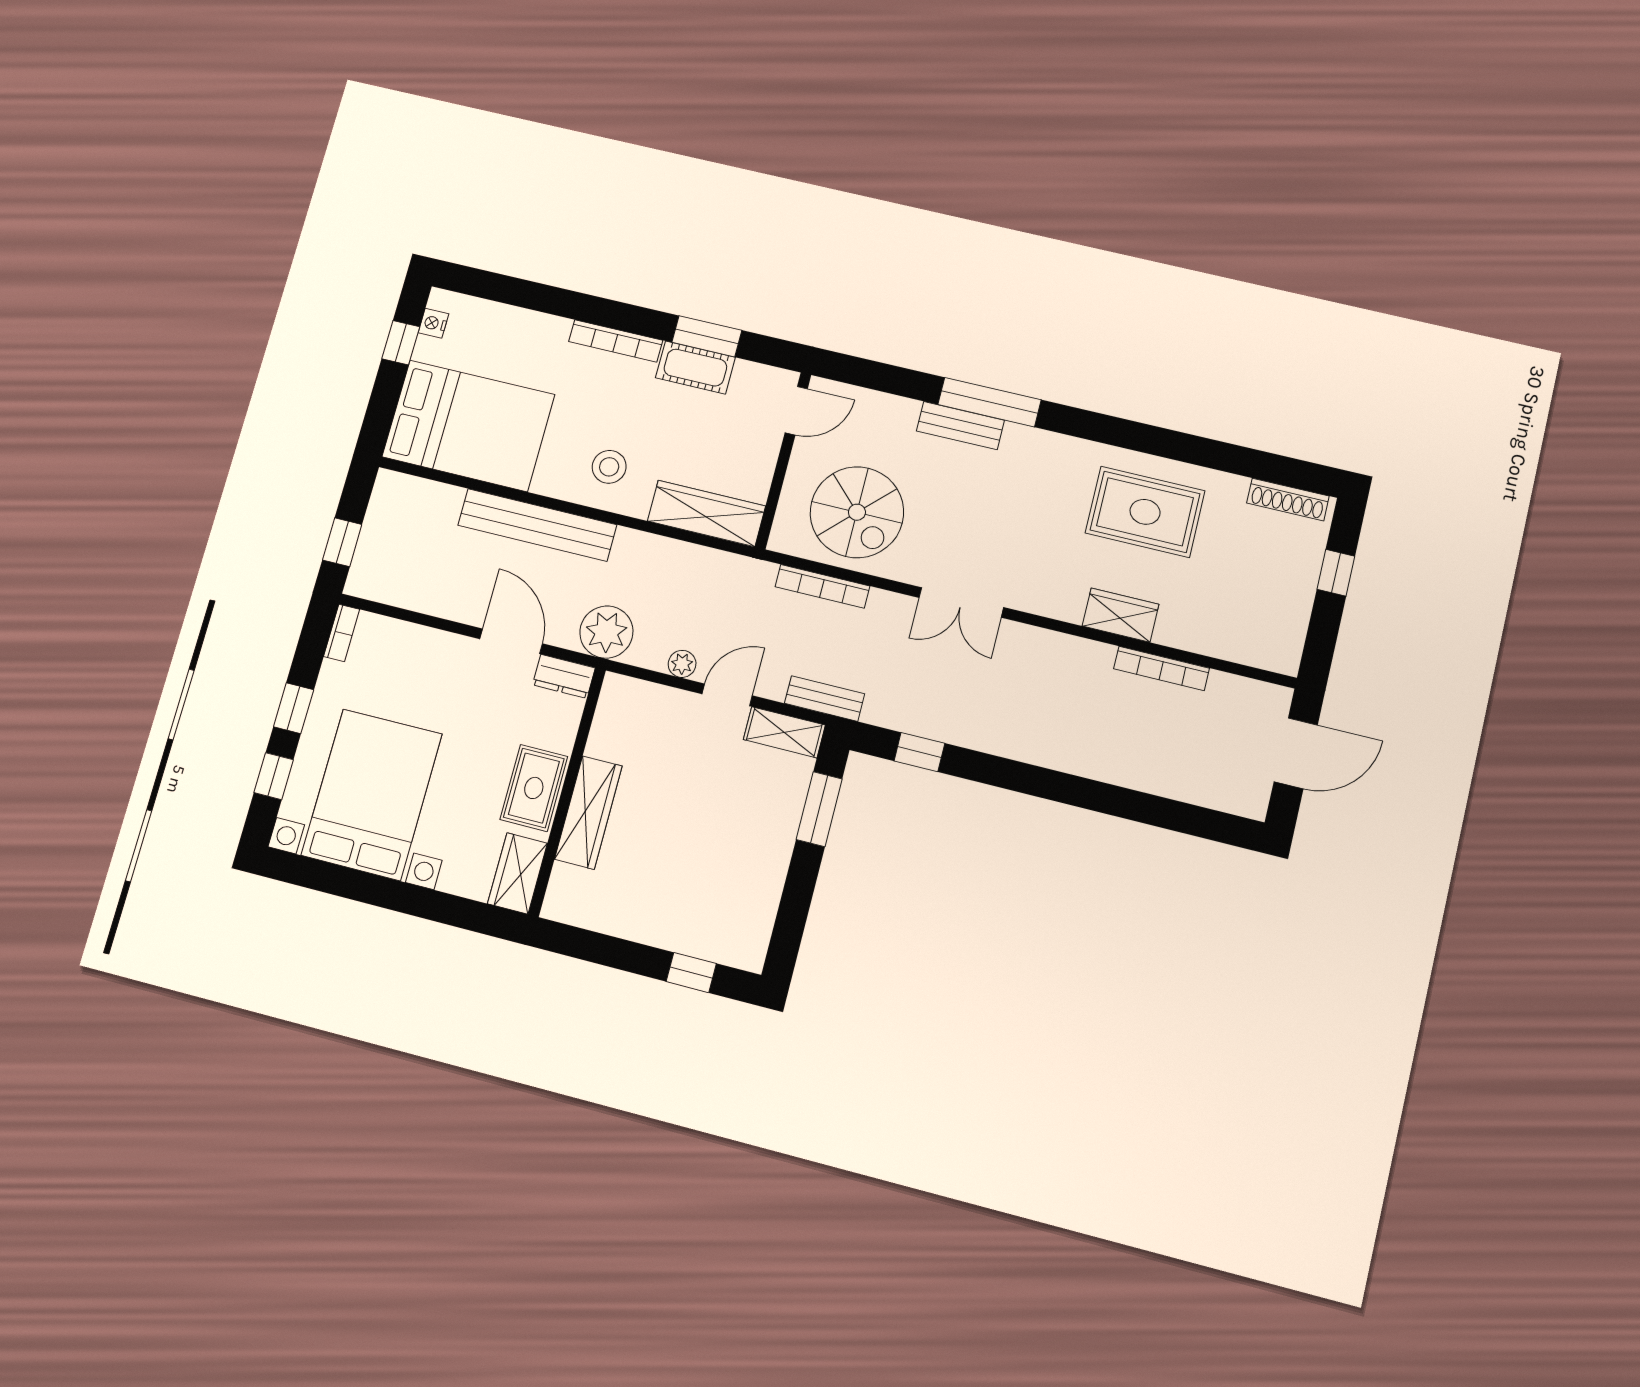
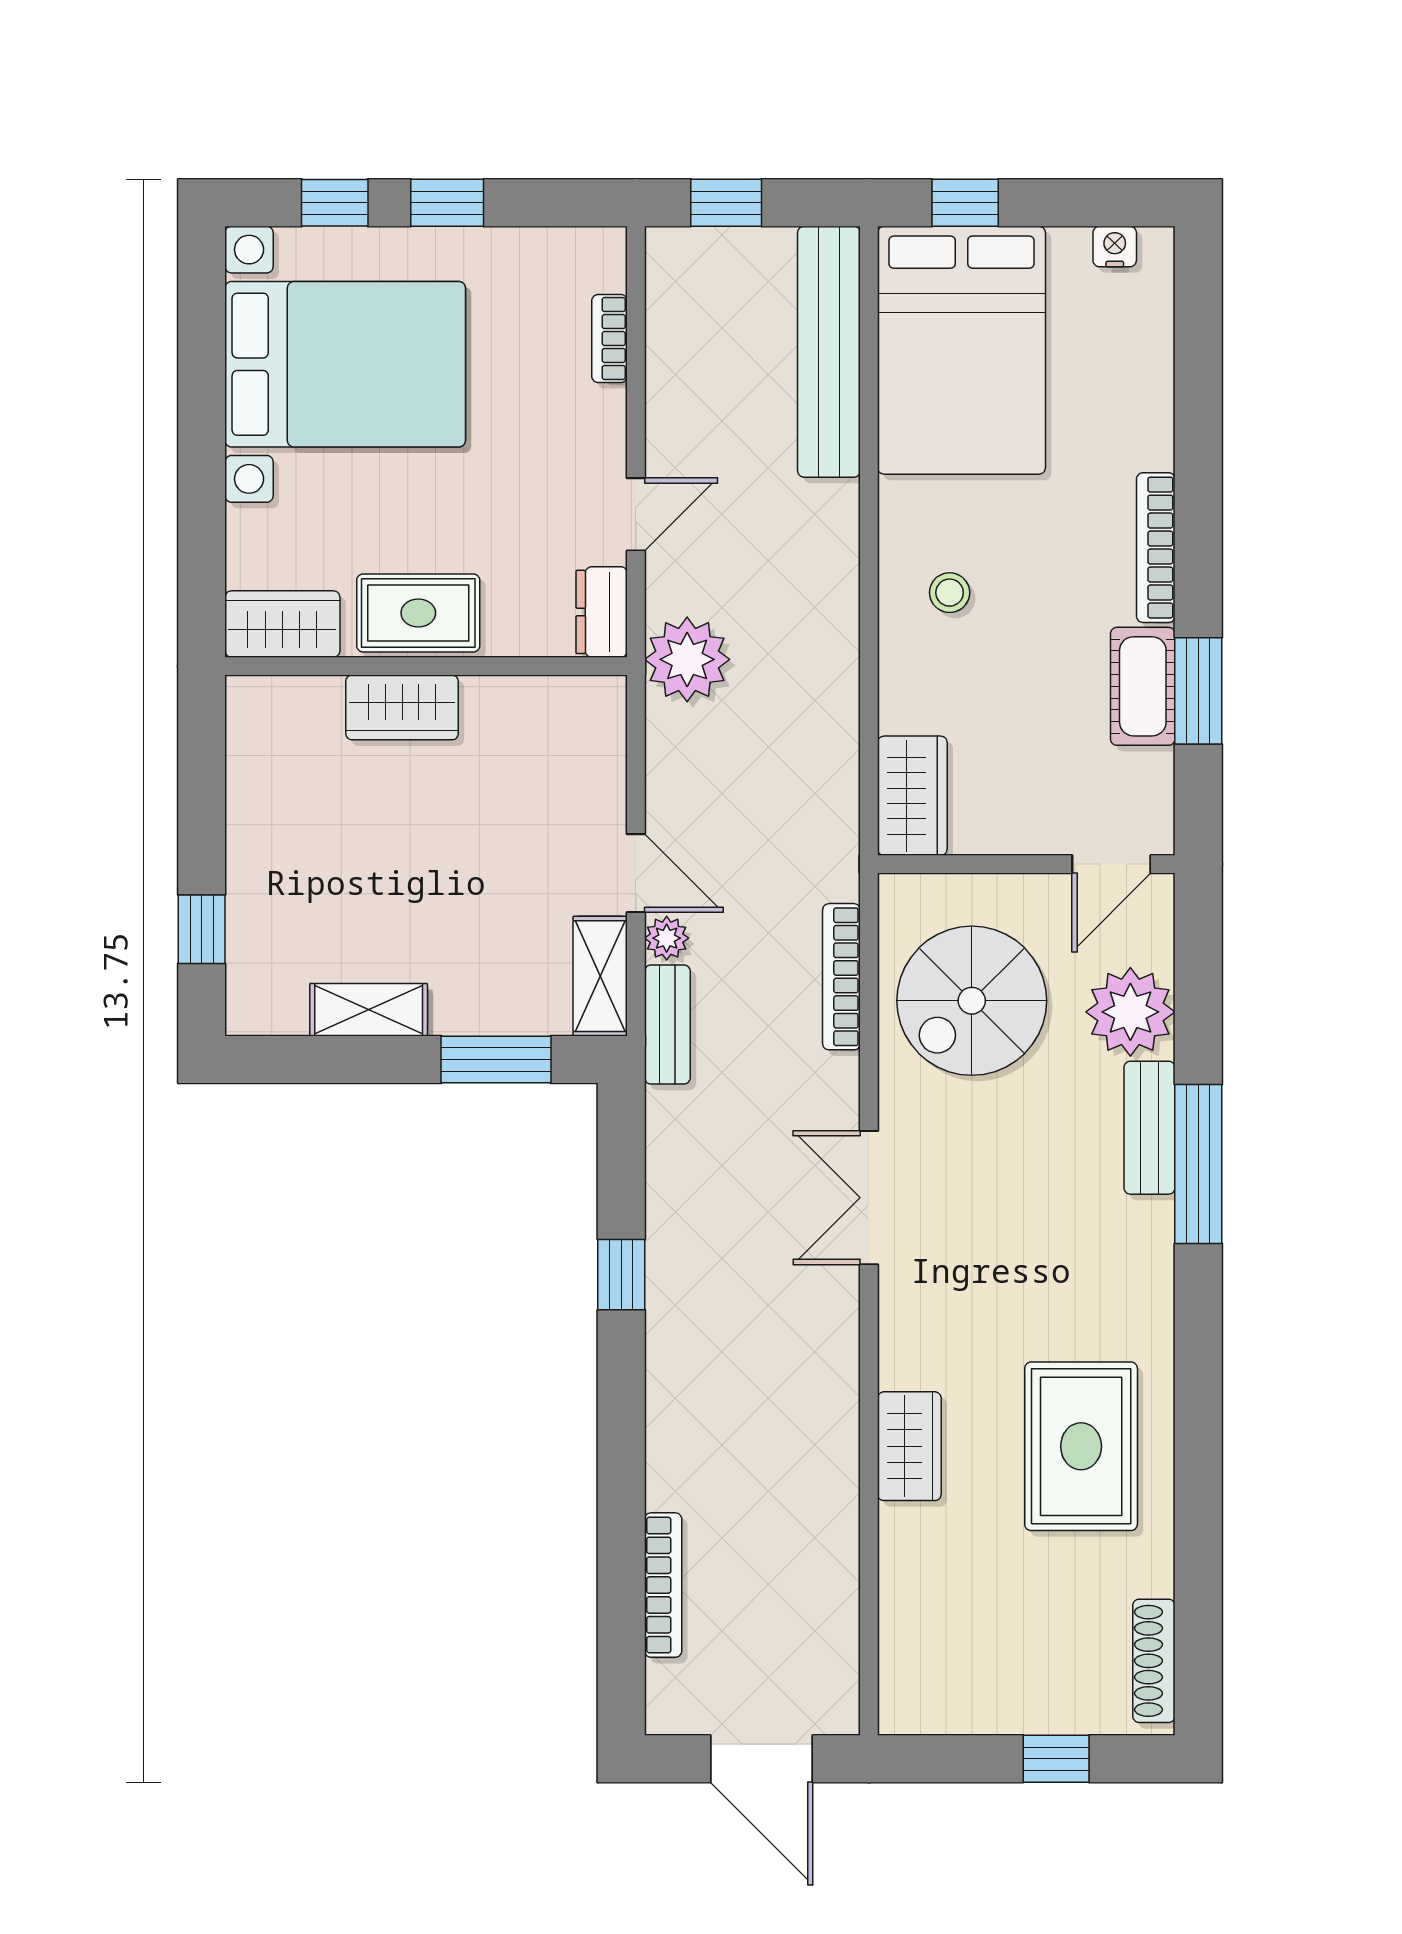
window: (401, 343) -> (965, 203), moved
door: (796, 411) -> (1111, 864), hinge flipped
plant: (888, 420) -> (1130, 1012), added
stool: (609, 467) -> (950, 593), width x0.73, depth x0.73
wardrobe: (706, 513) -> (912, 796), width x0.67
bench: (537, 525) -> (829, 352), moved
bookcase: (342, 633) -> (609, 339), moved, turned 90
door: (511, 641) -> (636, 514), width x0.73
plant: (682, 664) -> (667, 938), moved
bookcase: (1162, 668) -> (663, 1585), moved, turned 180
window: (919, 752) -> (621, 1275), moved
wardrobe: (588, 813) -> (402, 707), width x0.67
shelving: (768, 881) -> (369, 1010), added

